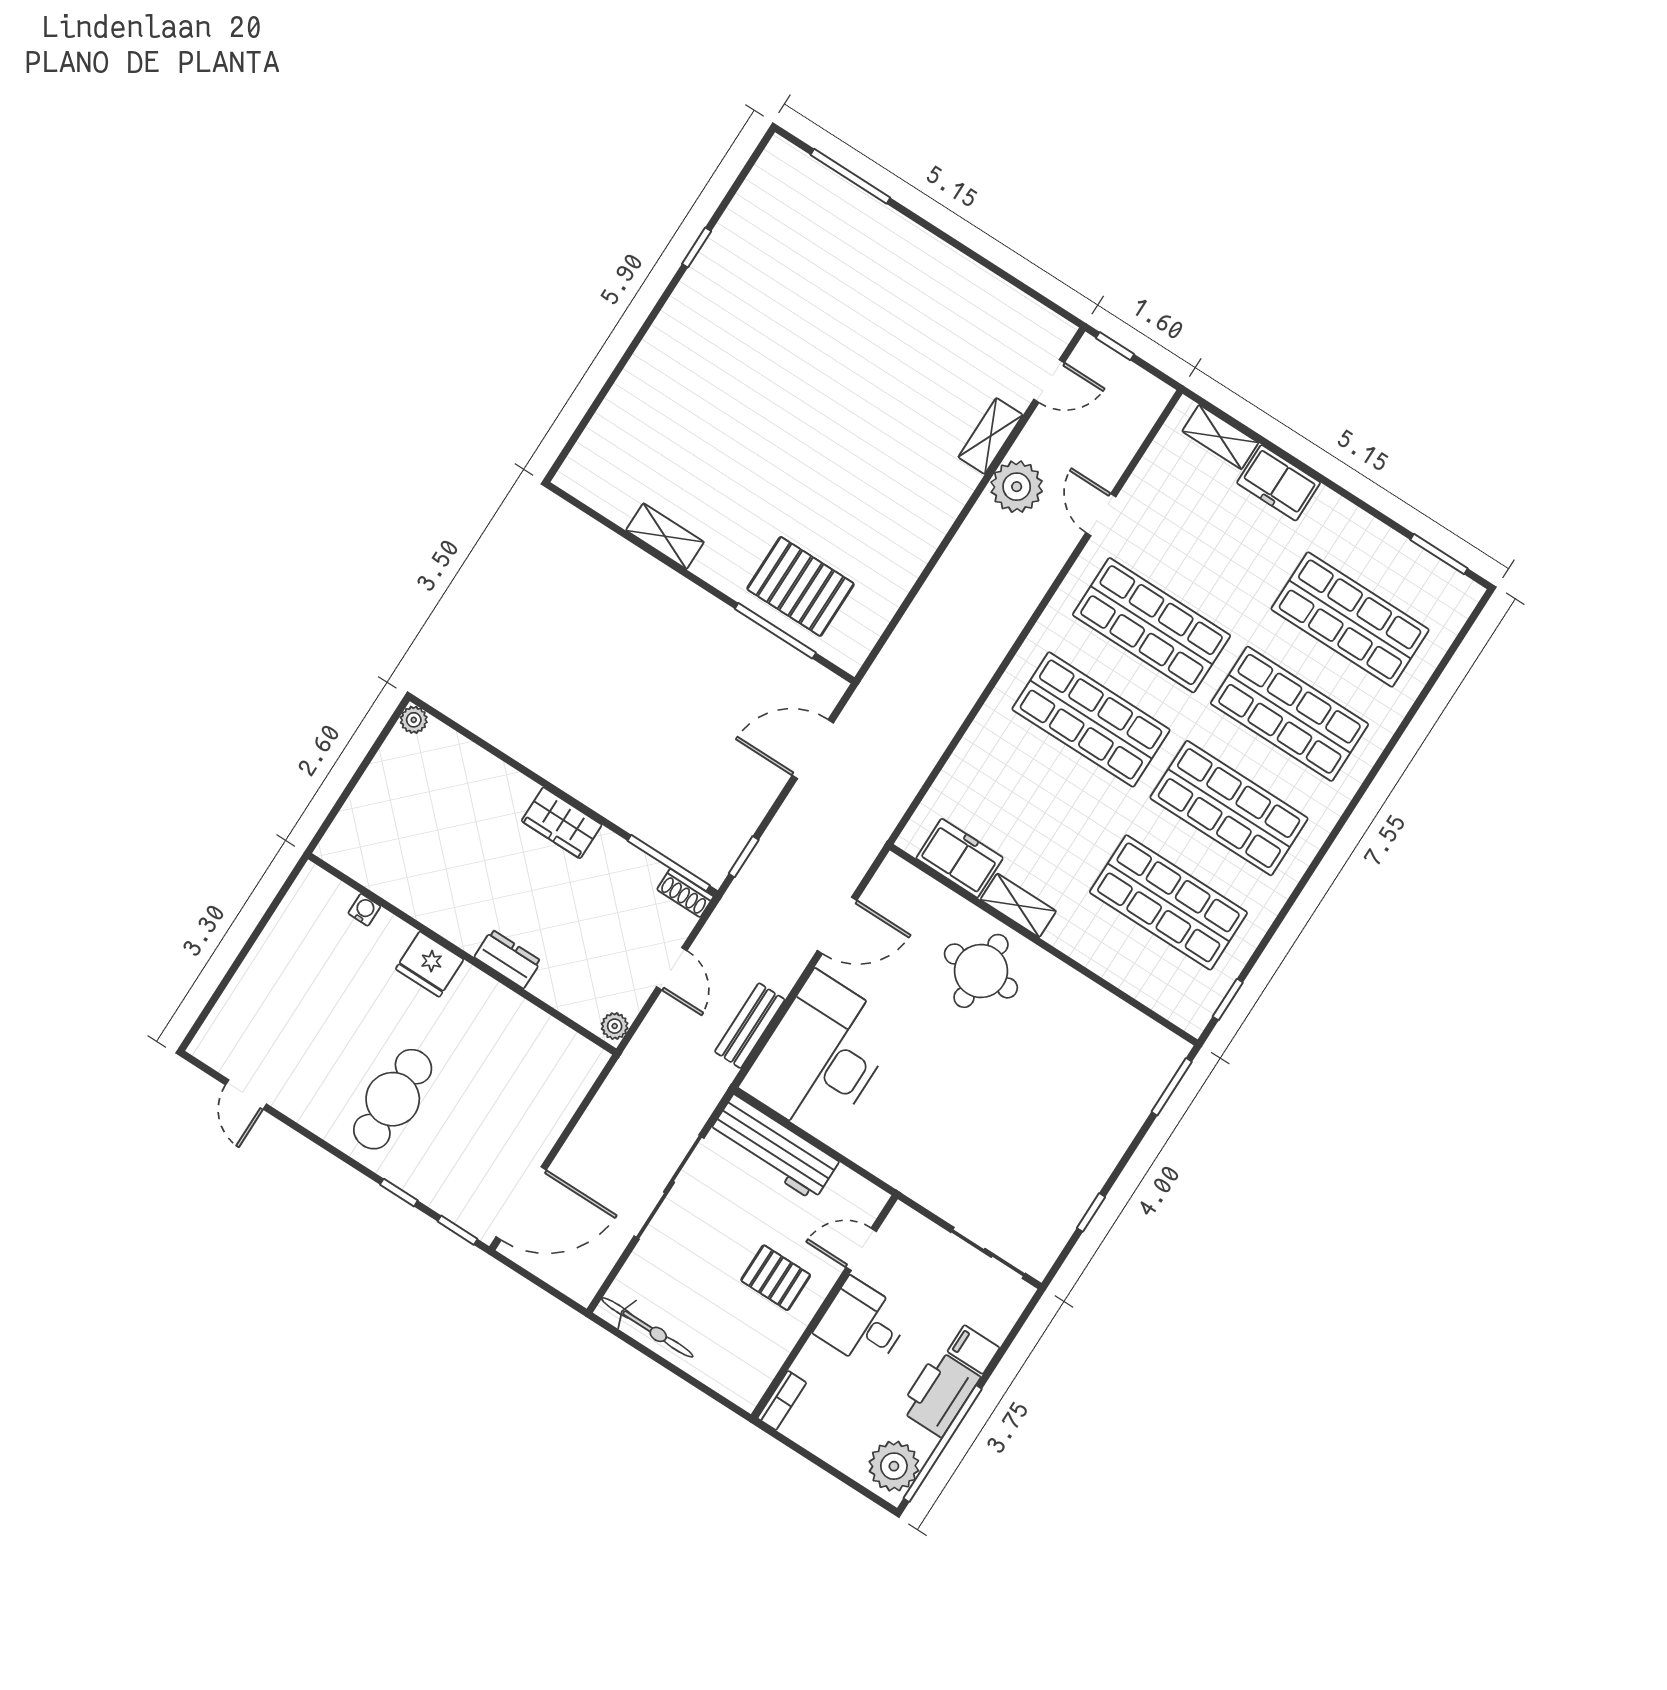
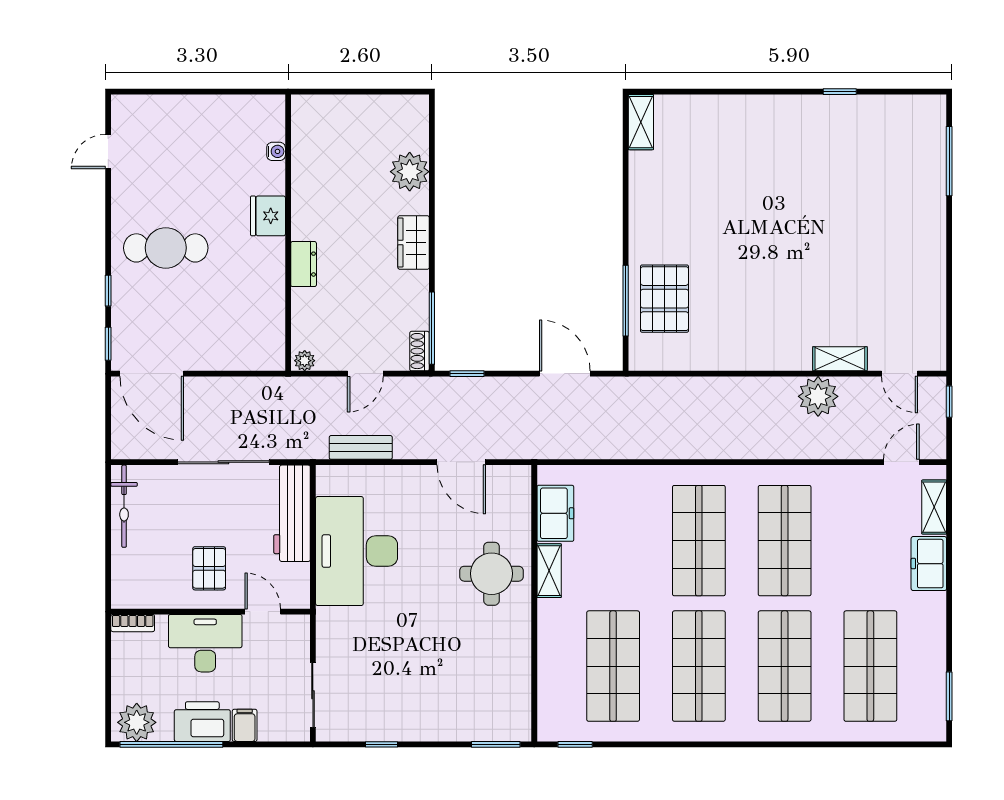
door: (1101, 515) -> (901, 462), moved
shelving: (665, 536) -> (641, 122), moved
plant: (414, 720) -> (410, 172), moved, width x1.88, depth x1.88
desk: (821, 1056) -> (357, 551), moved, turned -90
desk: (862, 1324) -> (205, 643), width x1.37

